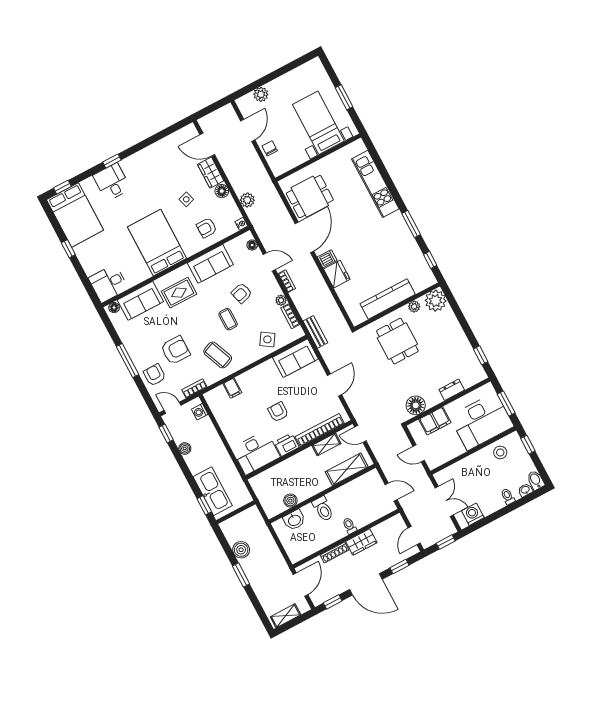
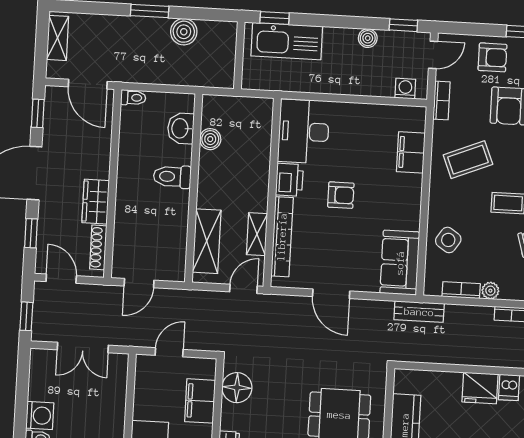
filing cabinet: (232, 388) -> (411, 152), width x2.00
washing machine: (473, 514) -> (40, 416), moved
toilet: (349, 526) -> (133, 98), moved
shoe rack: (335, 553) -> (98, 247), moved

